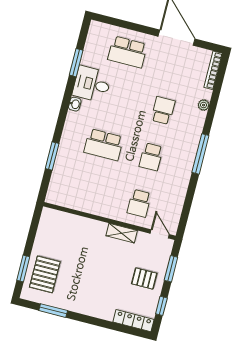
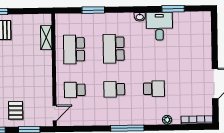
school desk: (127, 52) -> (74, 49), moved
shelving: (122, 233) -> (46, 38), moved

